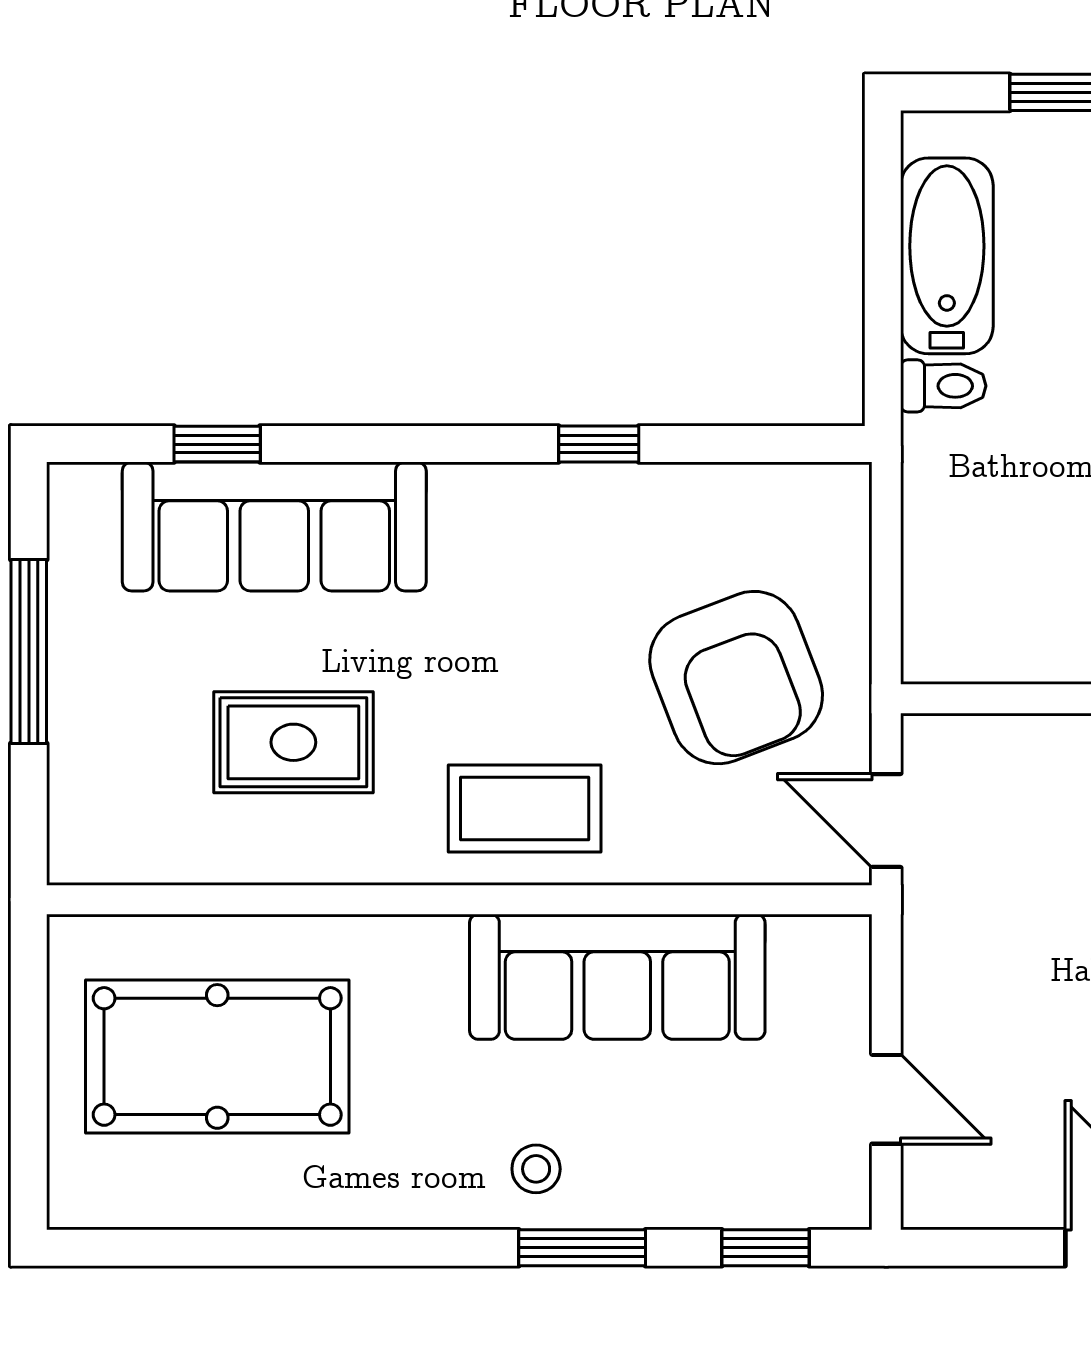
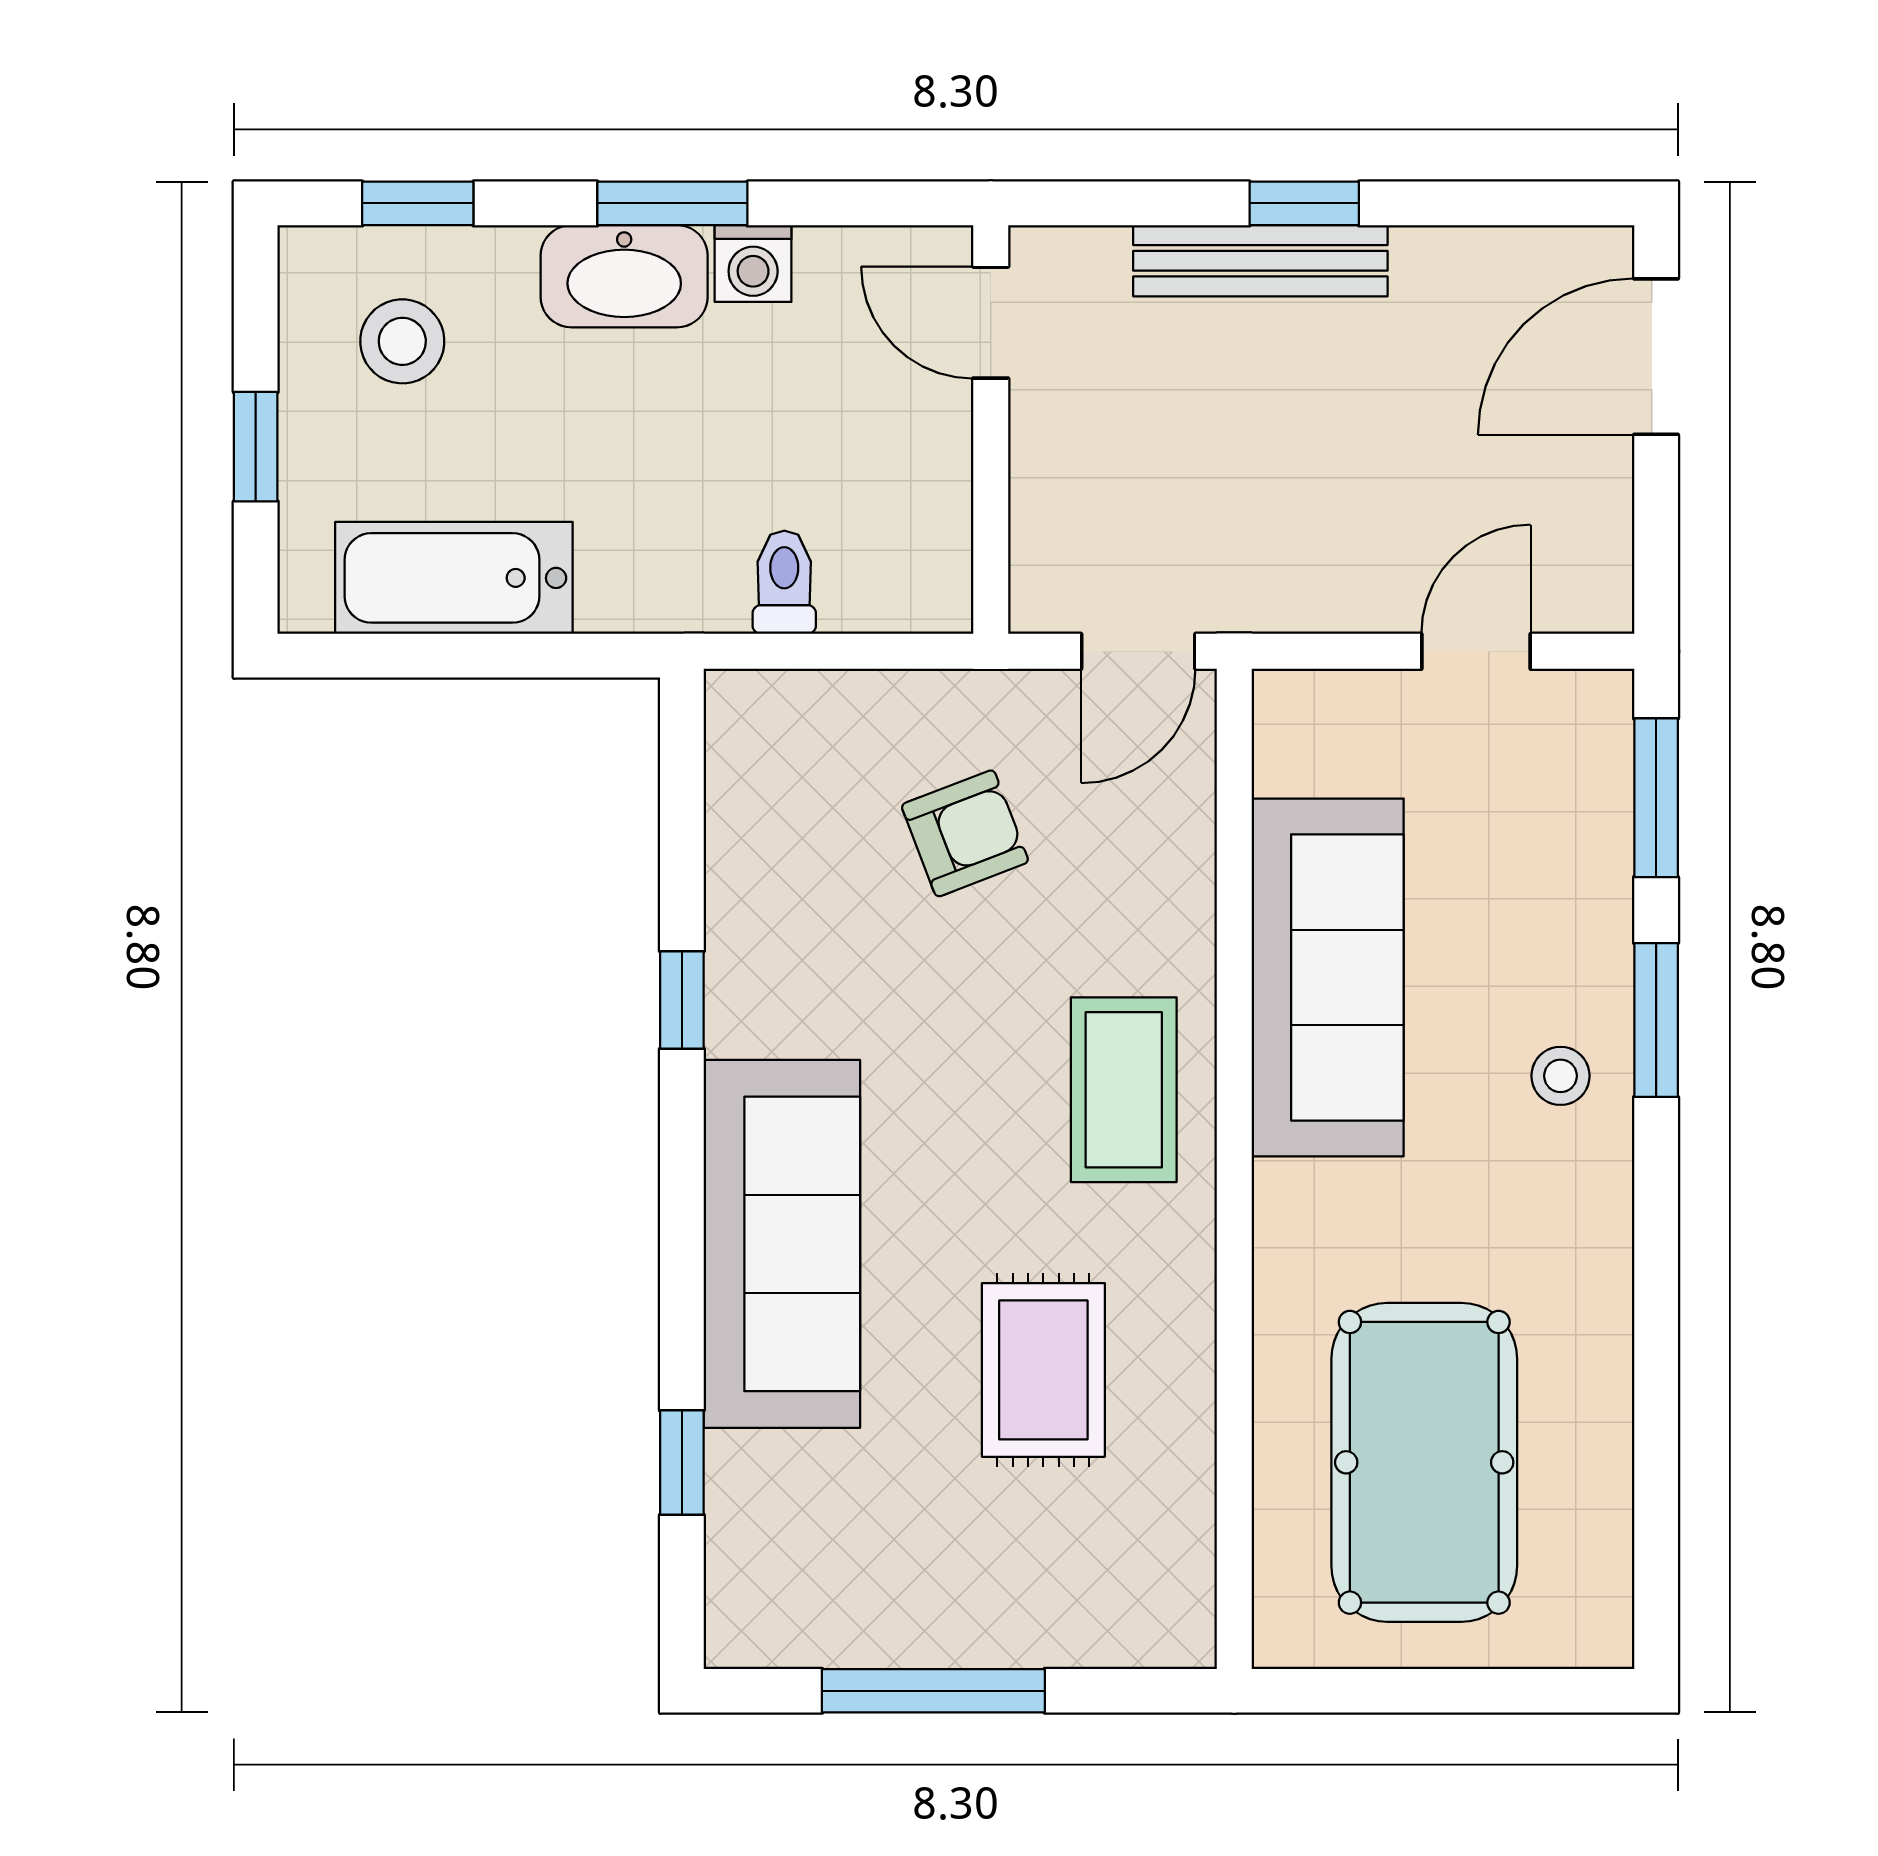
toilet: (943, 386) -> (784, 582), moved
sofa: (274, 526) -> (782, 1244), moved
armchair: (736, 678) -> (965, 833), width x0.53, depth x0.53
window: (766, 1248) -> (1656, 798), width x1.50

